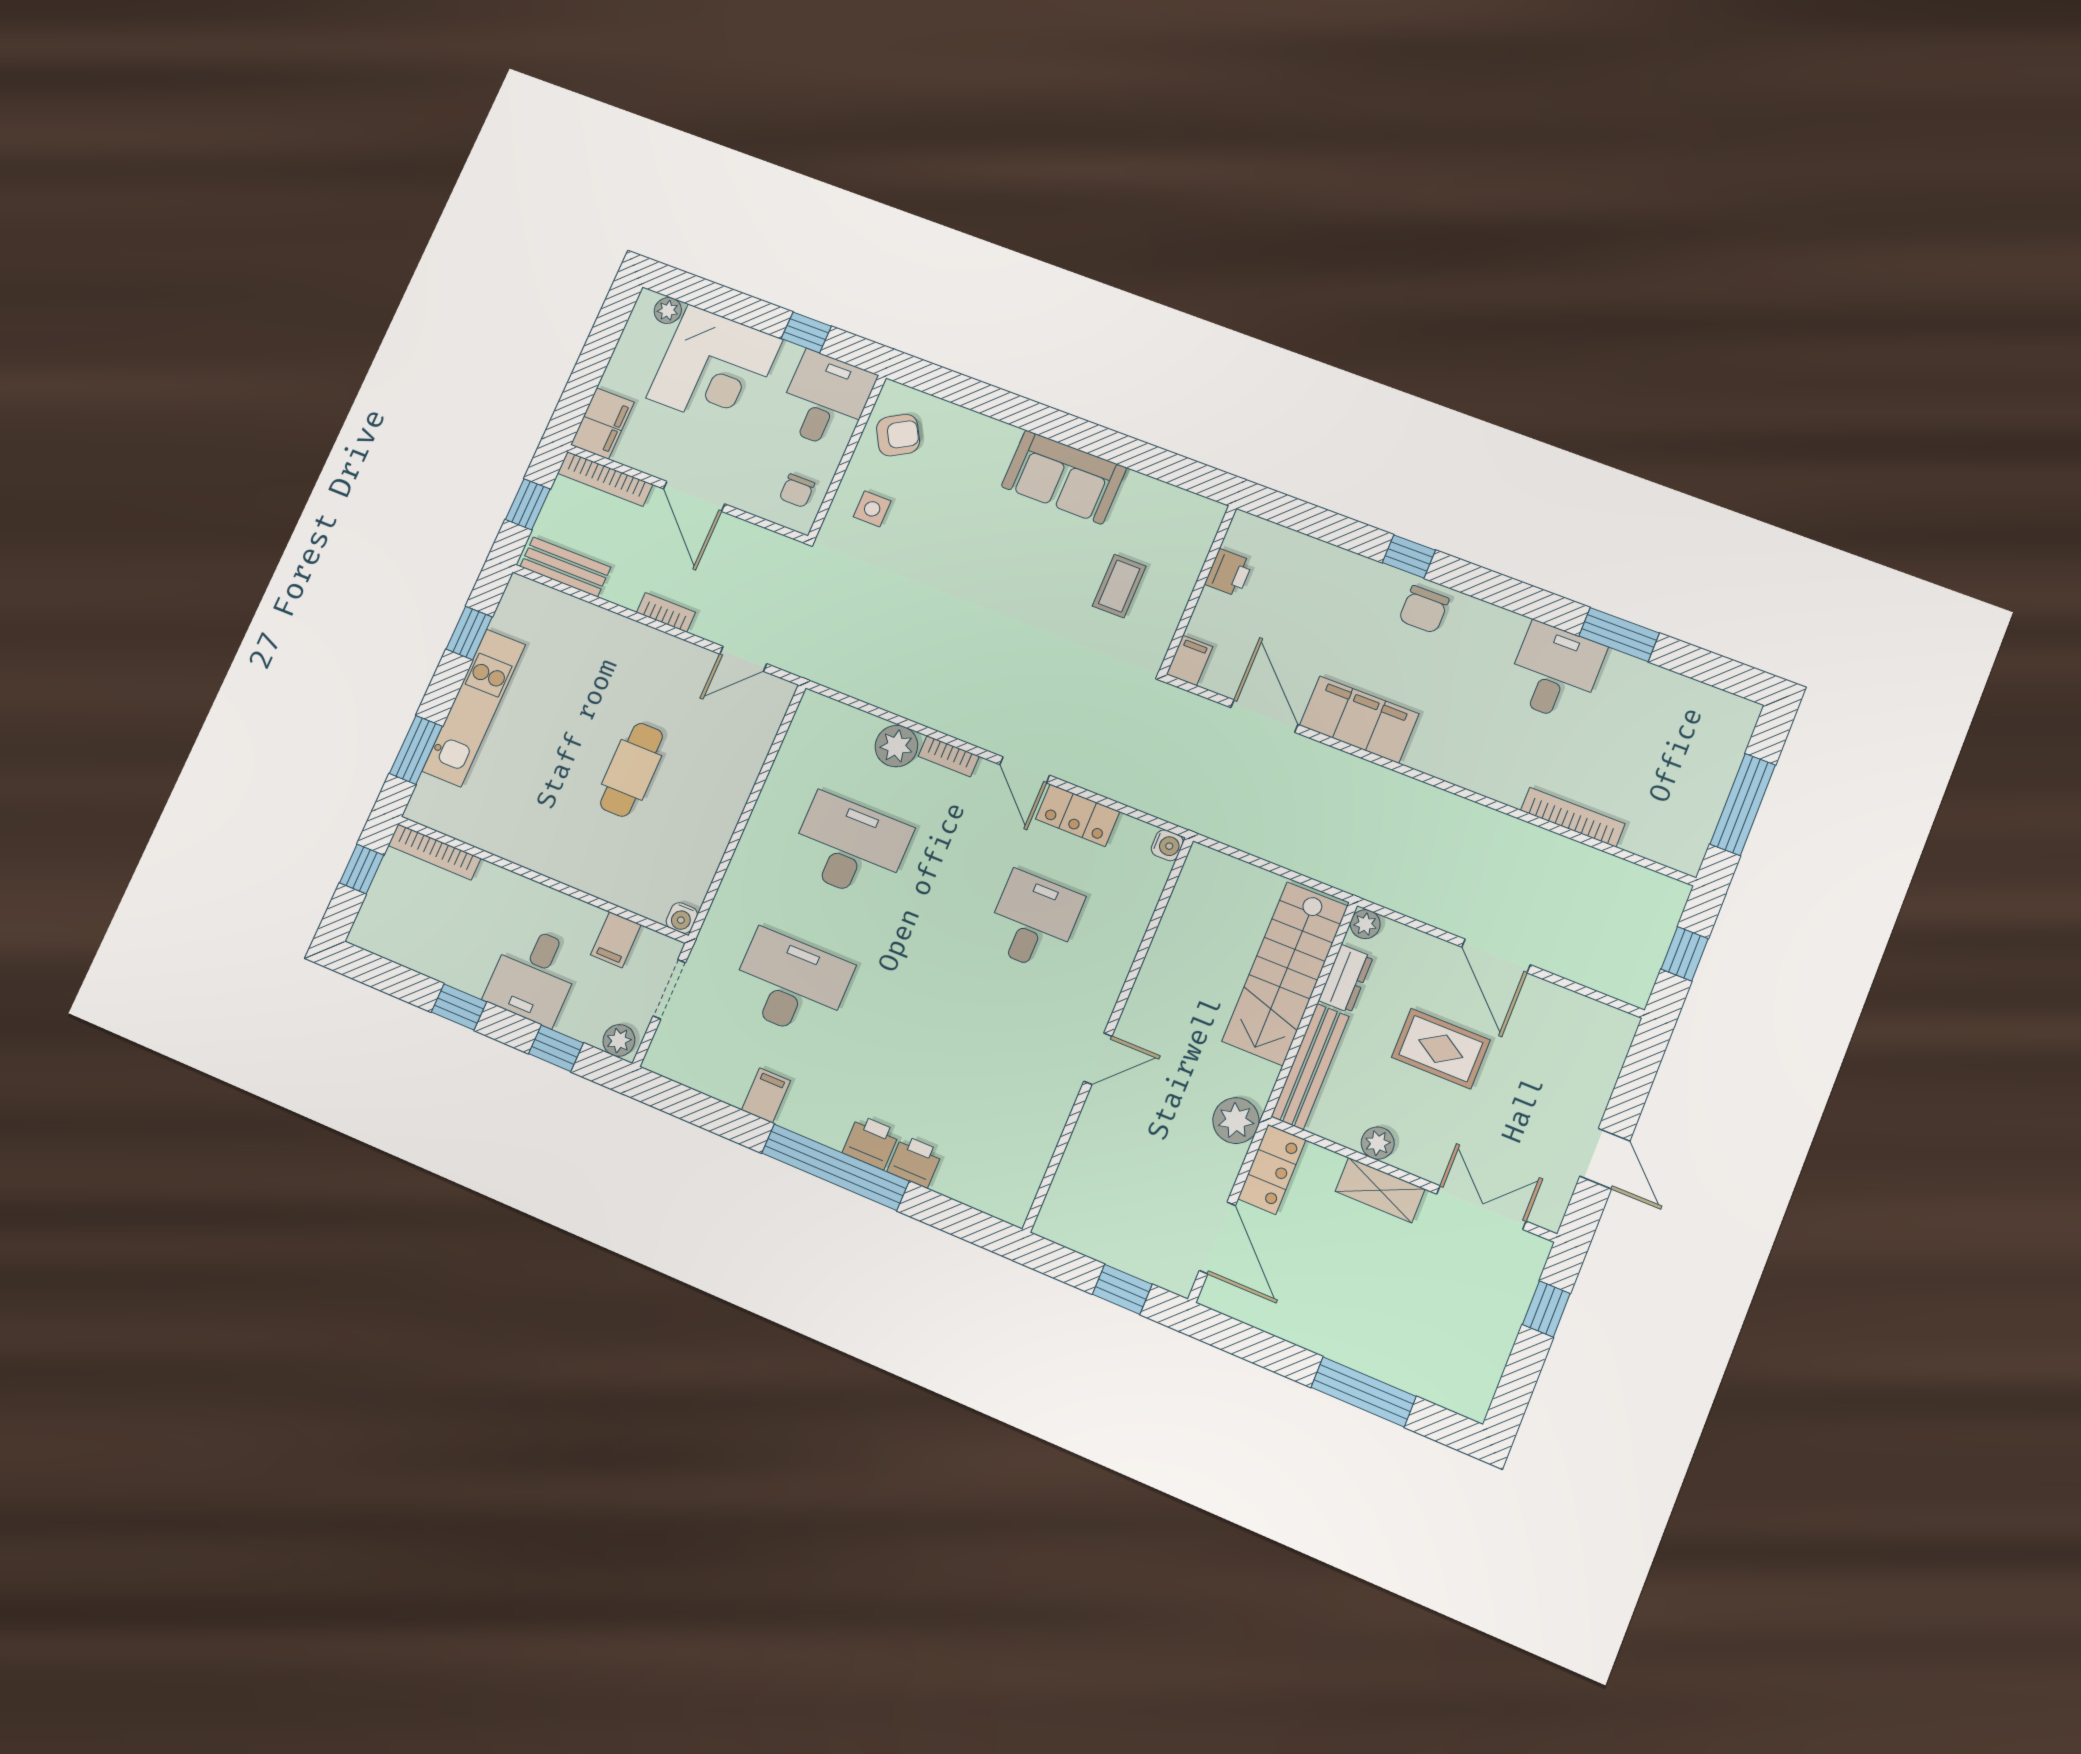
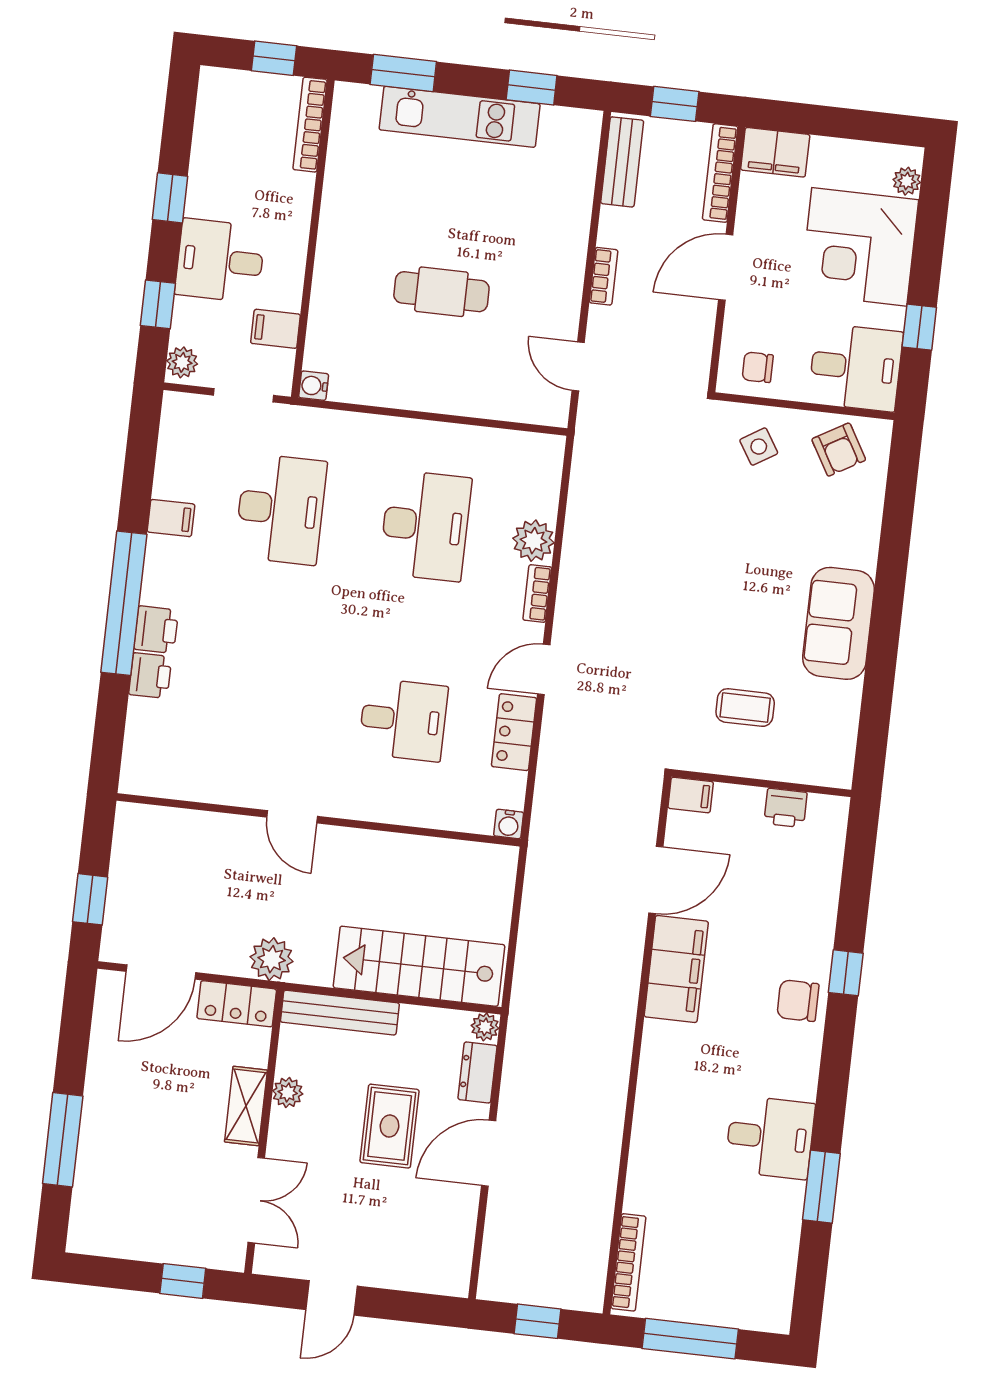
side table: (872, 509) -> (759, 447), turned -32
bookcase: (1573, 817) -> (628, 1262), moved
dresser: (1346, 979) -> (477, 1072), moved, turned 90

